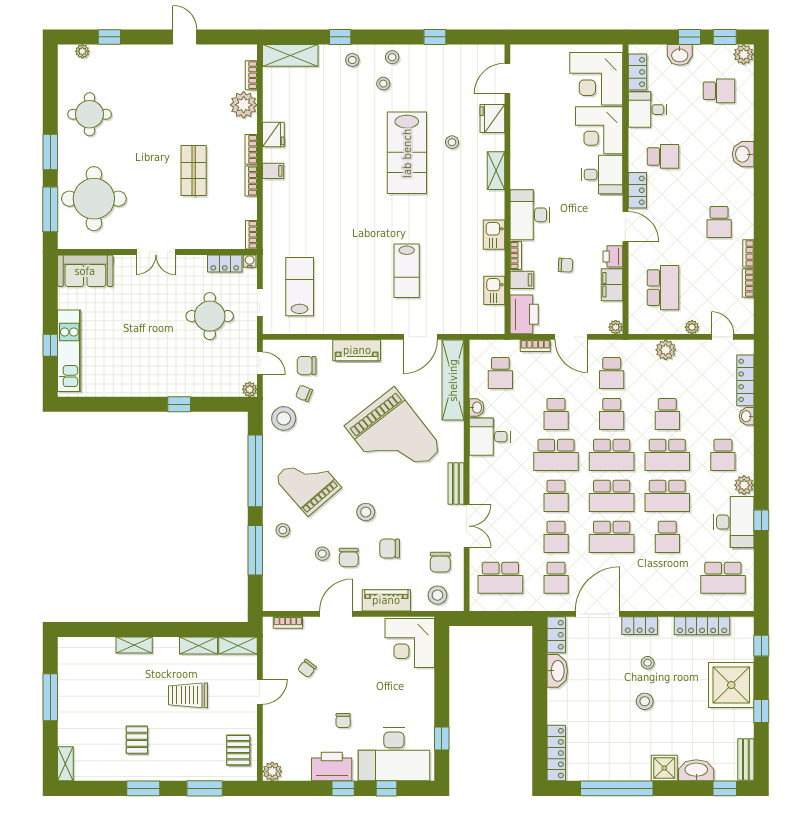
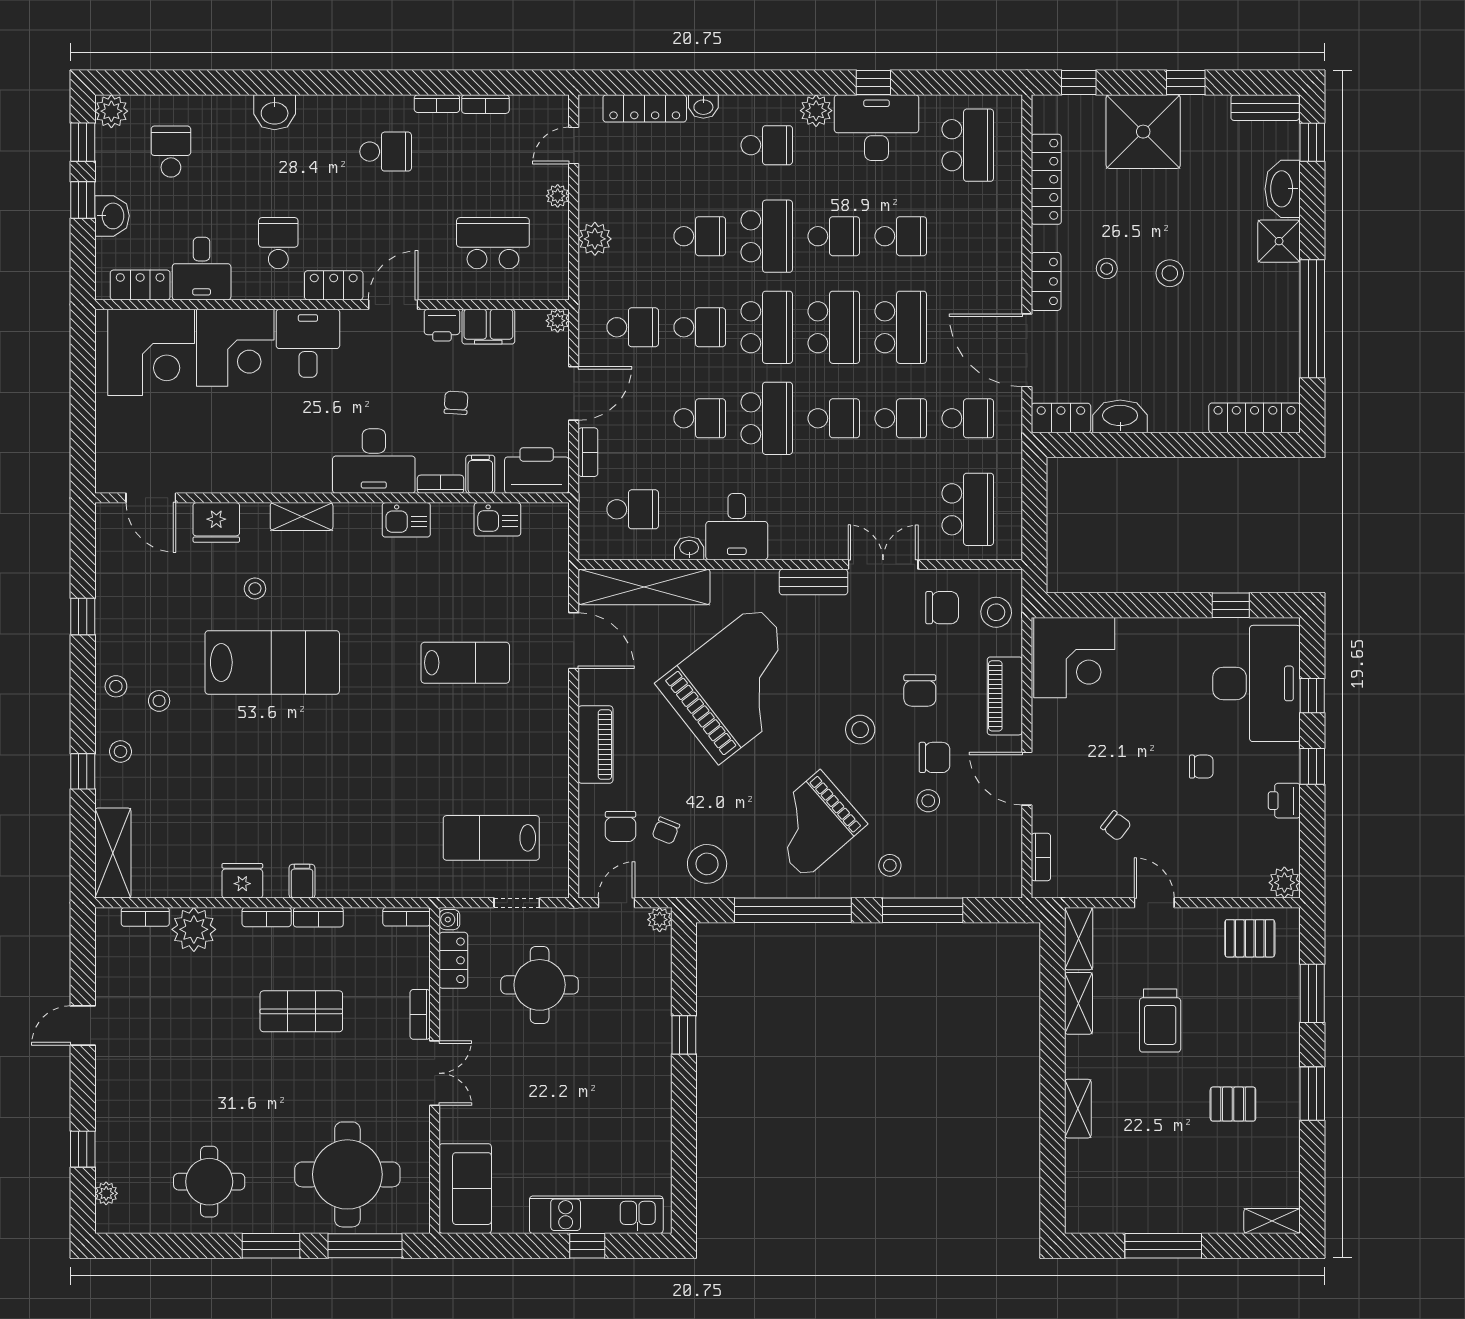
bookcase: (192, 243) -> (420, 1014), added
school desk: (667, 496) -> (834, 236), width x0.54
printer: (332, 767) -> (1284, 801), width x0.53, depth x0.68

